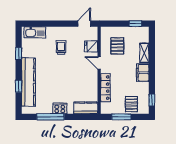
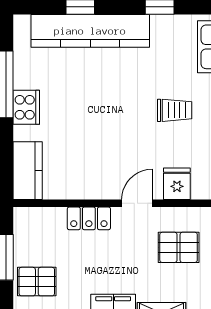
locker: (105, 88) -> (89, 218), width x0.66

